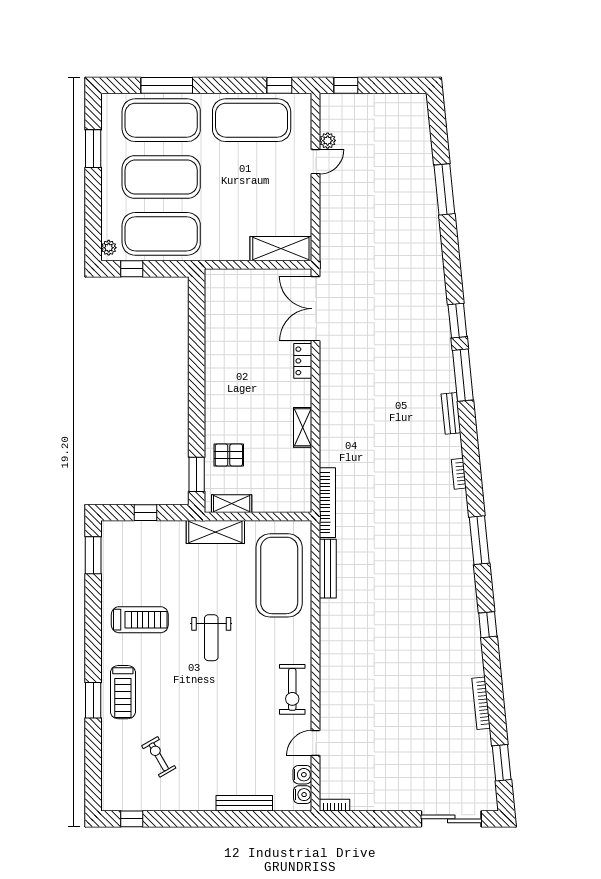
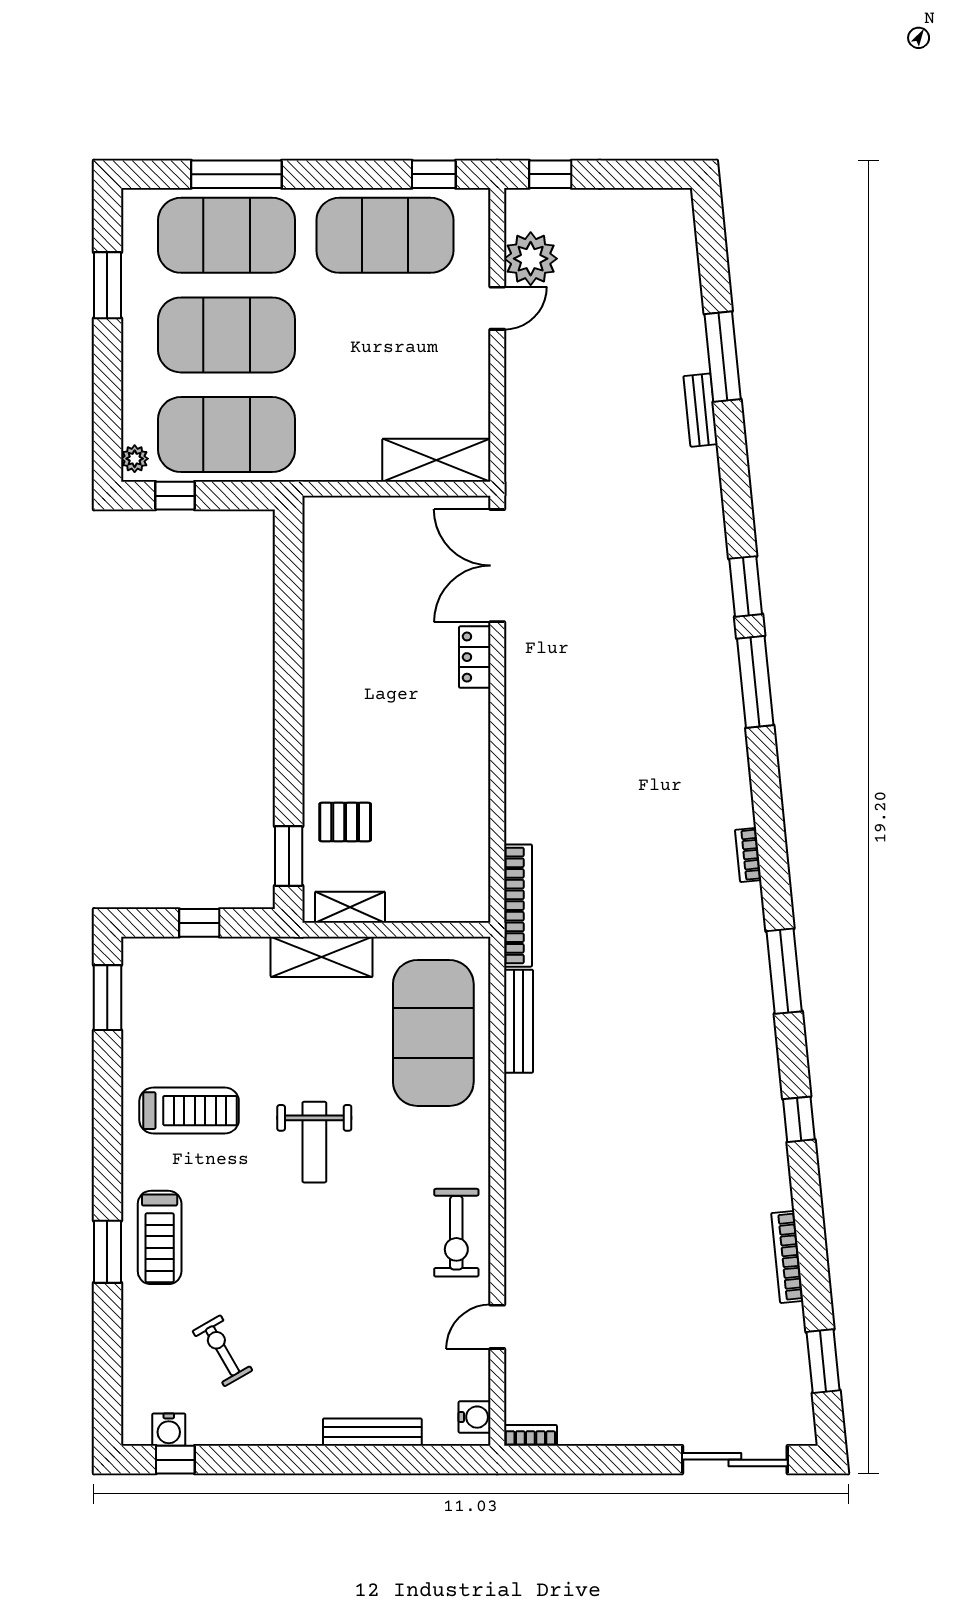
plant: (328, 141) -> (531, 259), width x1.87, depth x1.87
bench: (451, 413) -> (701, 410), moved
shelving: (303, 427) -> (475, 774), removed
water cooler: (302, 775) -> (169, 1430), moved, turned 90

